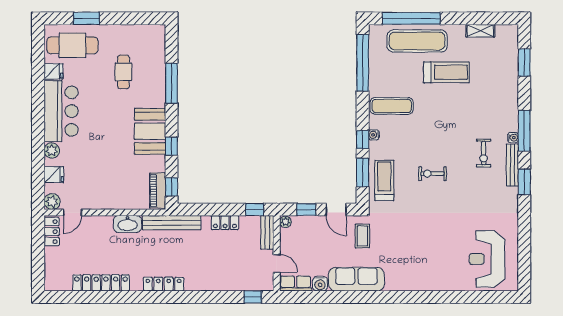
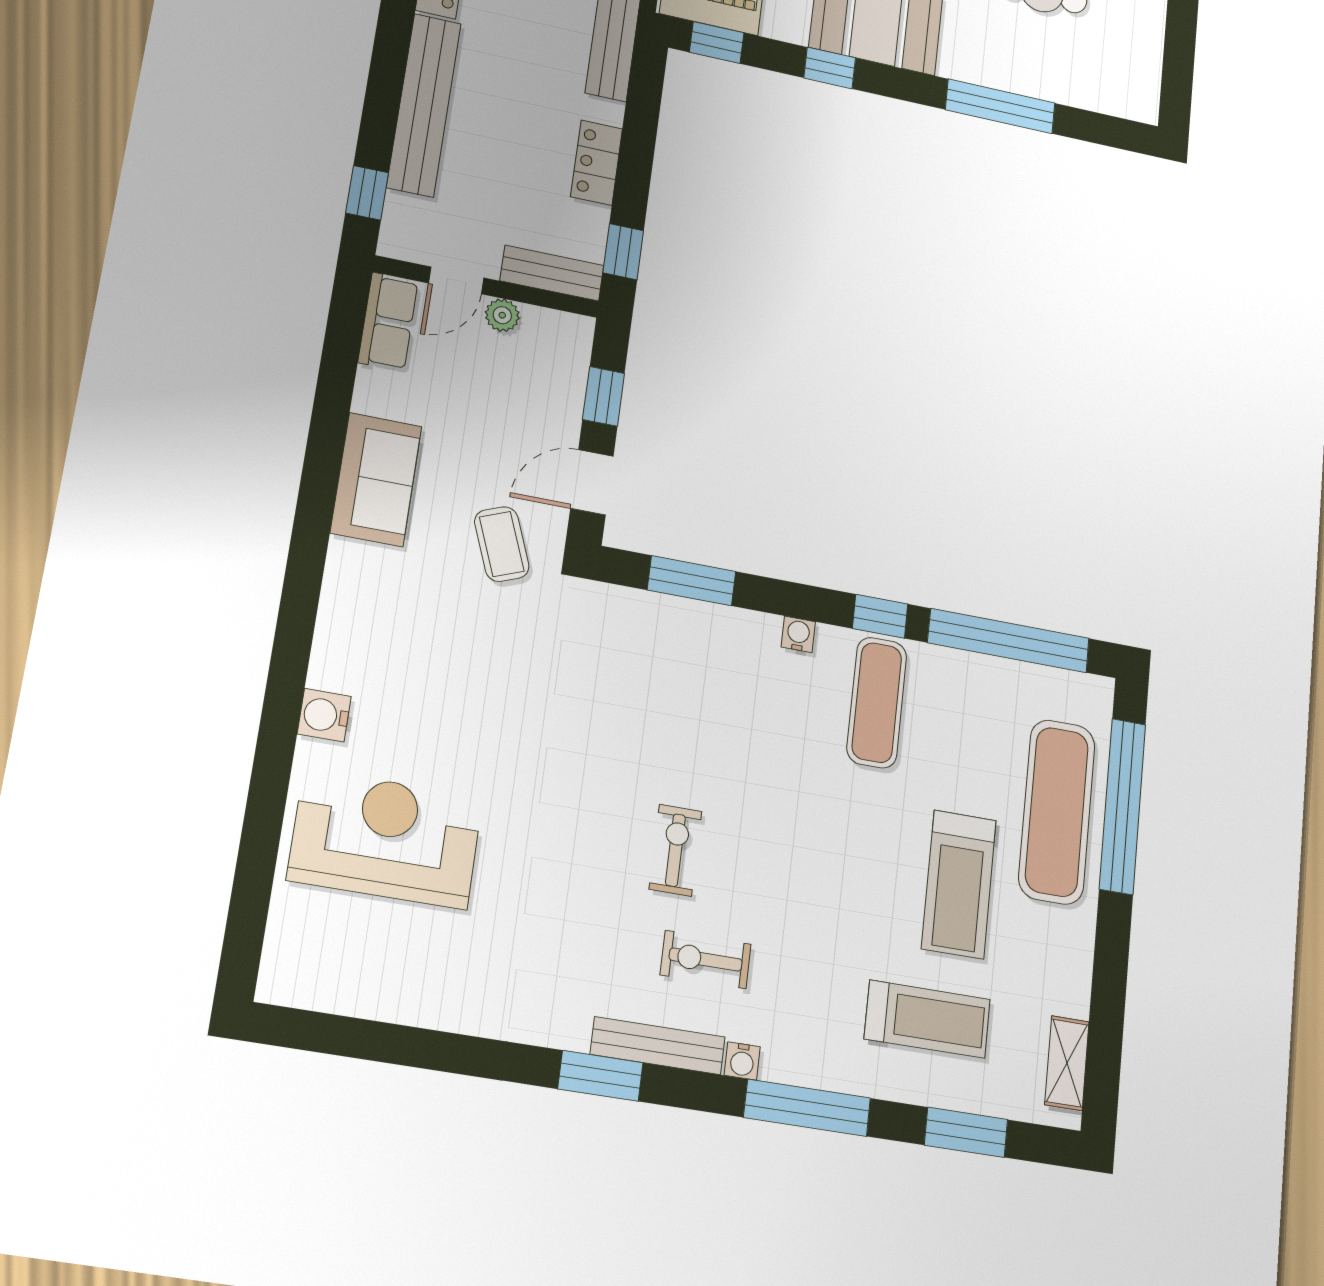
shelving: (480, 31) -> (1067, 1063), moved
window: (524, 131) -> (807, 1108), moved
window: (363, 140) -> (880, 616), moved
exercise bike: (432, 174) -> (675, 850), moved
treadmill: (384, 180) -> (927, 1019), moved
plant: (285, 222) -> (502, 315), moved
coffee table: (362, 236) -> (502, 544), turned 69
reception desk: (487, 259) -> (386, 839), moved
sofa: (356, 279) -> (376, 480), width x0.73
bench: (218, 283) -> (424, 105), added
water cooler: (320, 284) -> (324, 715), moved

